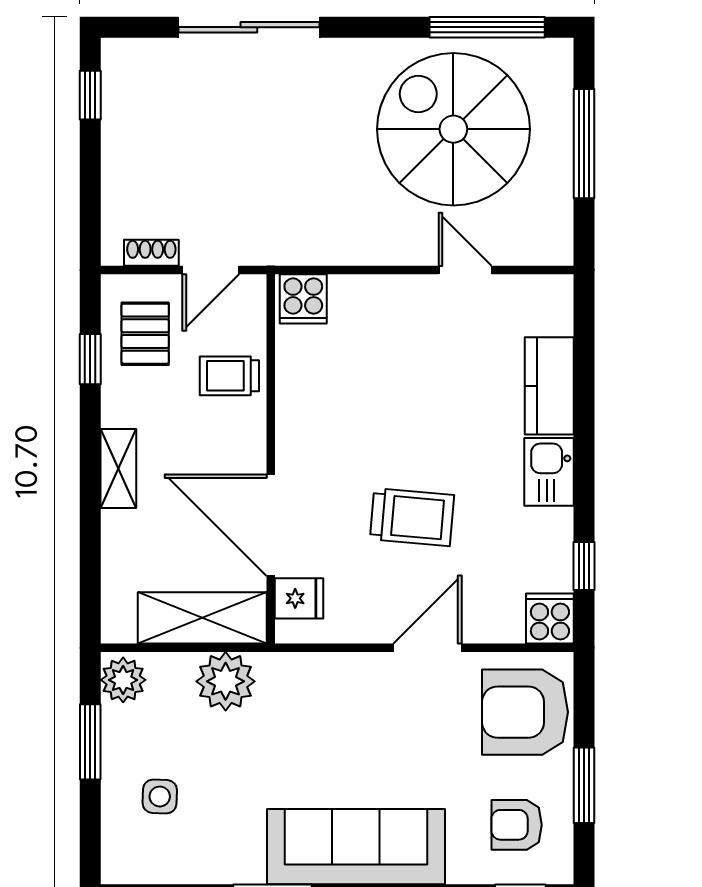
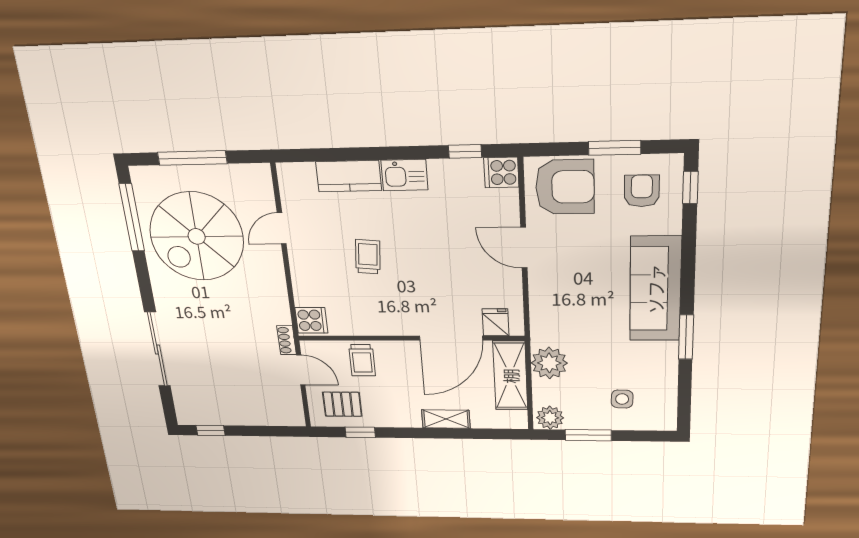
shoe rack: (151, 253) -> (286, 340), moved
shelving: (118, 469) -> (446, 419), moved
trolley: (412, 517) -> (368, 257), moved, width x0.73, depth x0.72
armchair: (525, 712) -> (565, 187), turned -90
armchair: (517, 825) -> (642, 191), turned 180

